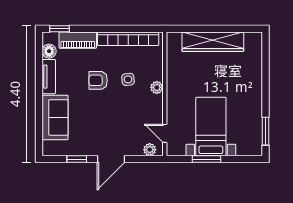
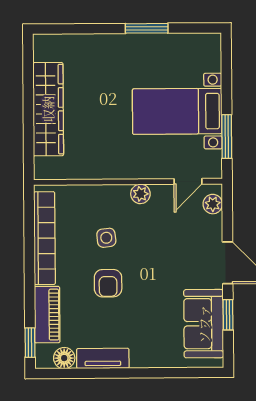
plant: (157, 87) -> (140, 194), moved
sofa: (55, 117) -> (204, 324), moved, turned -90
window: (266, 131) -> (147, 28), moved
window: (207, 159) -> (227, 137), moved

